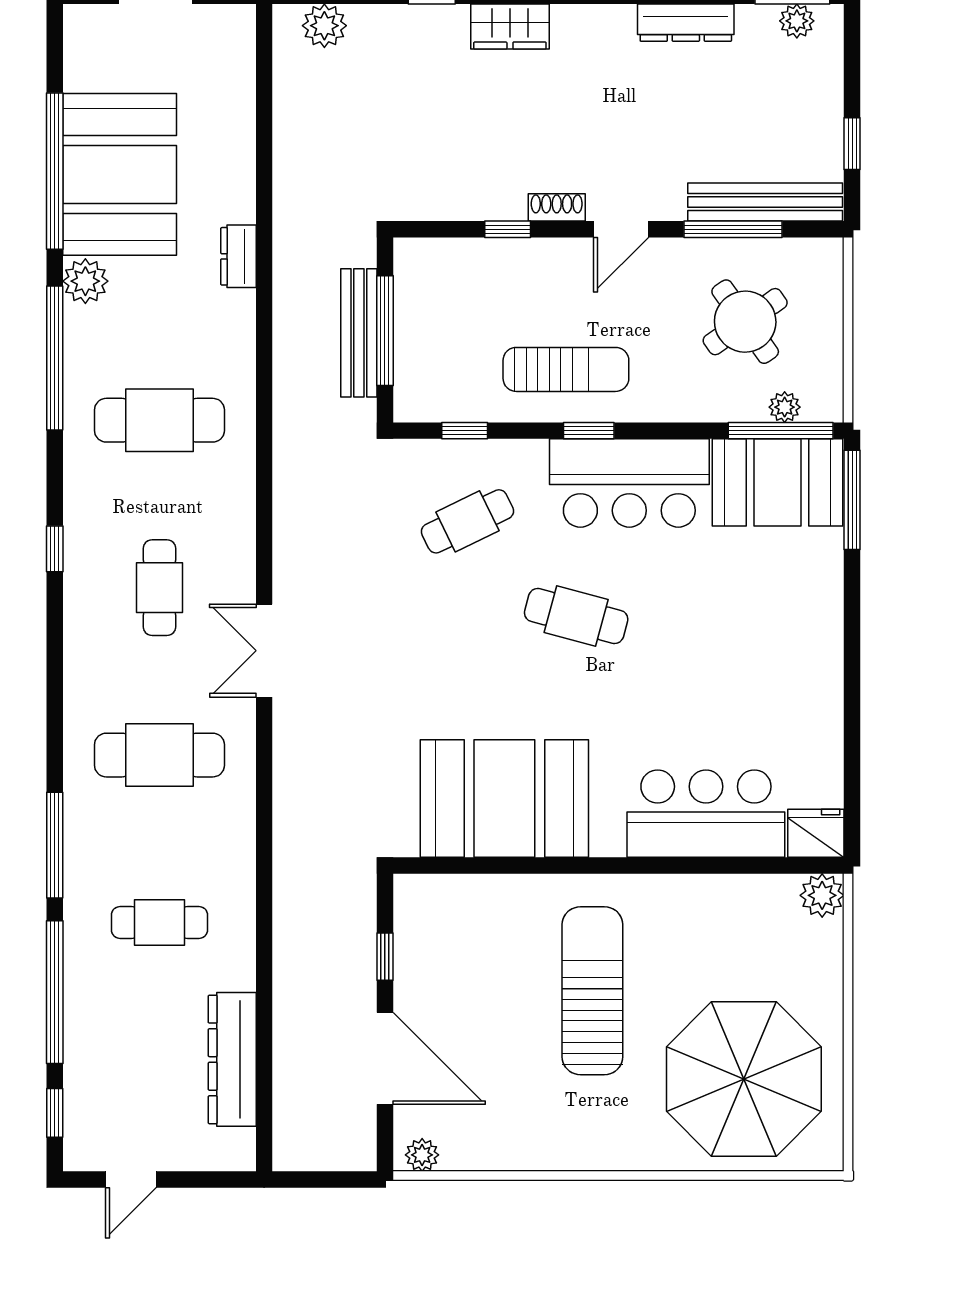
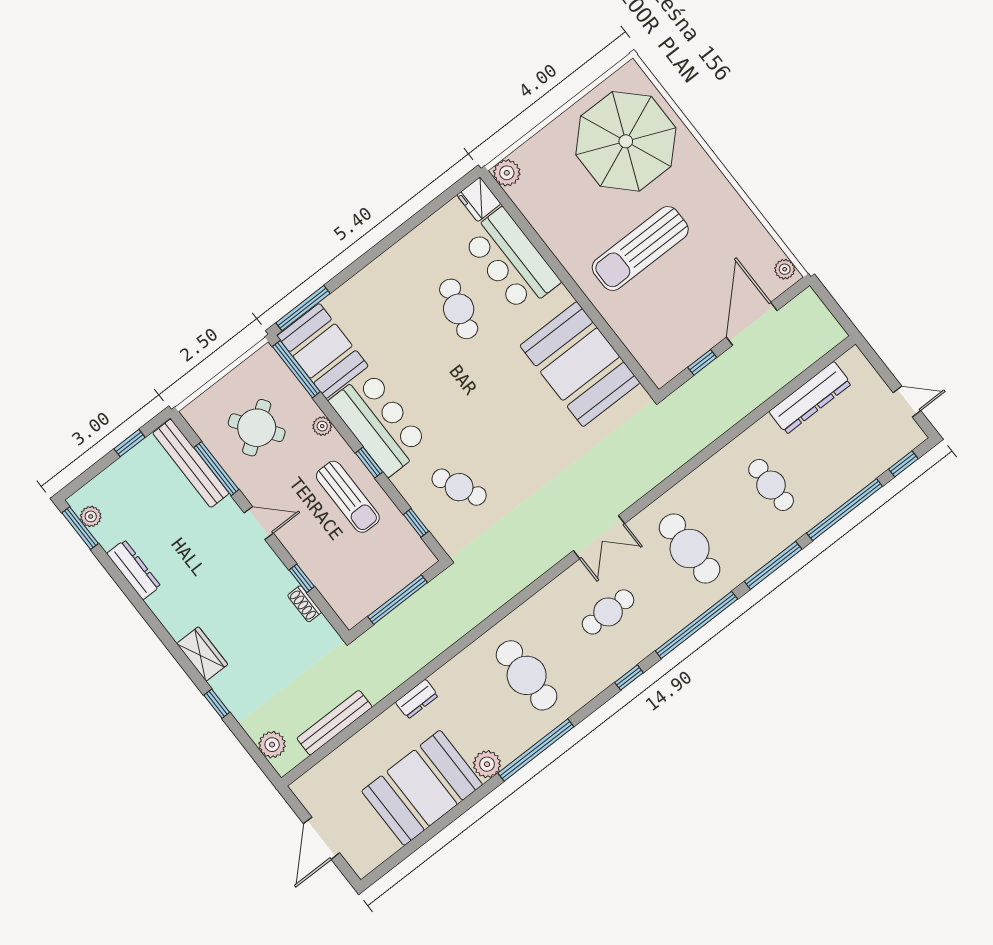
window: (55, 171) -> (696, 625), moved
shoe rack: (557, 207) -> (305, 604), moved
bench: (359, 333) -> (335, 723), moved
sun lounger: (566, 369) -> (348, 497), turned 180
plant: (785, 407) -> (322, 426), moved
cafe table: (576, 616) -> (459, 309), moved

